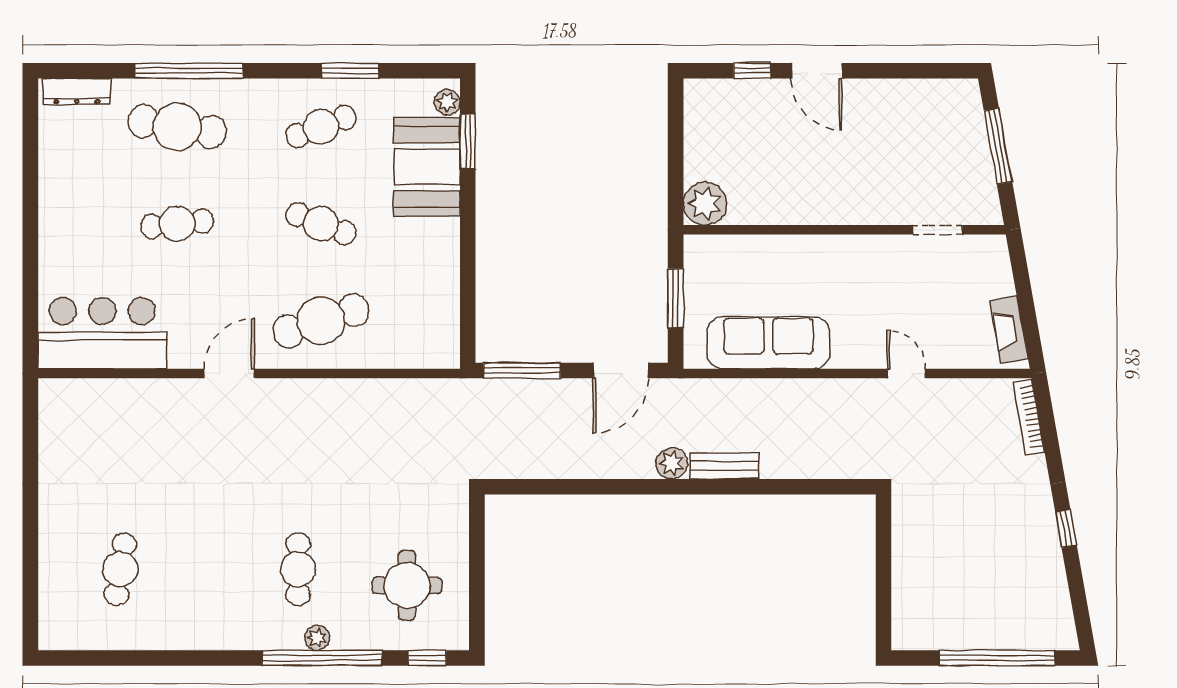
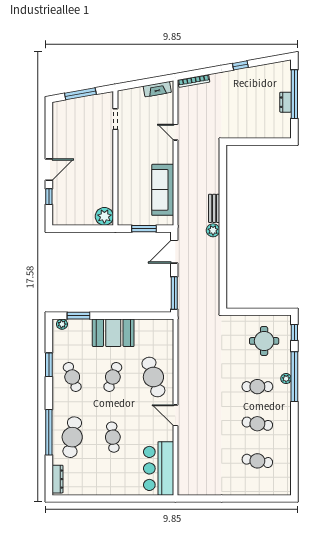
booth: (427, 167) -> (113, 333), moved
door: (621, 370) -> (174, 252), swing flipped
door: (906, 374) -> (175, 132), hinge flipped
cafe table: (209, 569) -> (257, 424), added
dresser: (978, 637) -> (286, 102), added

